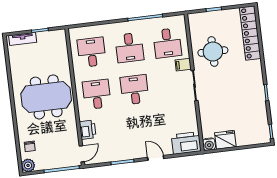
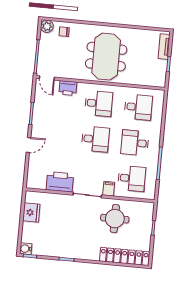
desk: (167, 43) -> (132, 178), turned 180
printer: (186, 143) -> (60, 182), moved, turned -90
water cooler: (209, 144) -> (26, 249), moved

